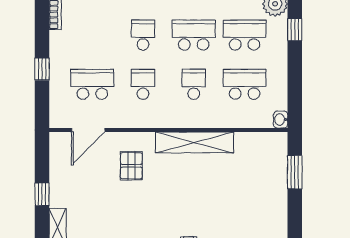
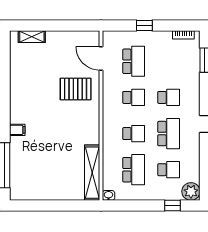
school desk: (245, 35) -> (169, 170), width x0.54
shelving: (195, 142) -> (92, 173), moved
pallet: (131, 166) -> (76, 89), width x1.50, depth x1.42
window: (295, 172) -> (71, 206), removed
window: (42, 194) -> (55, 25), removed

